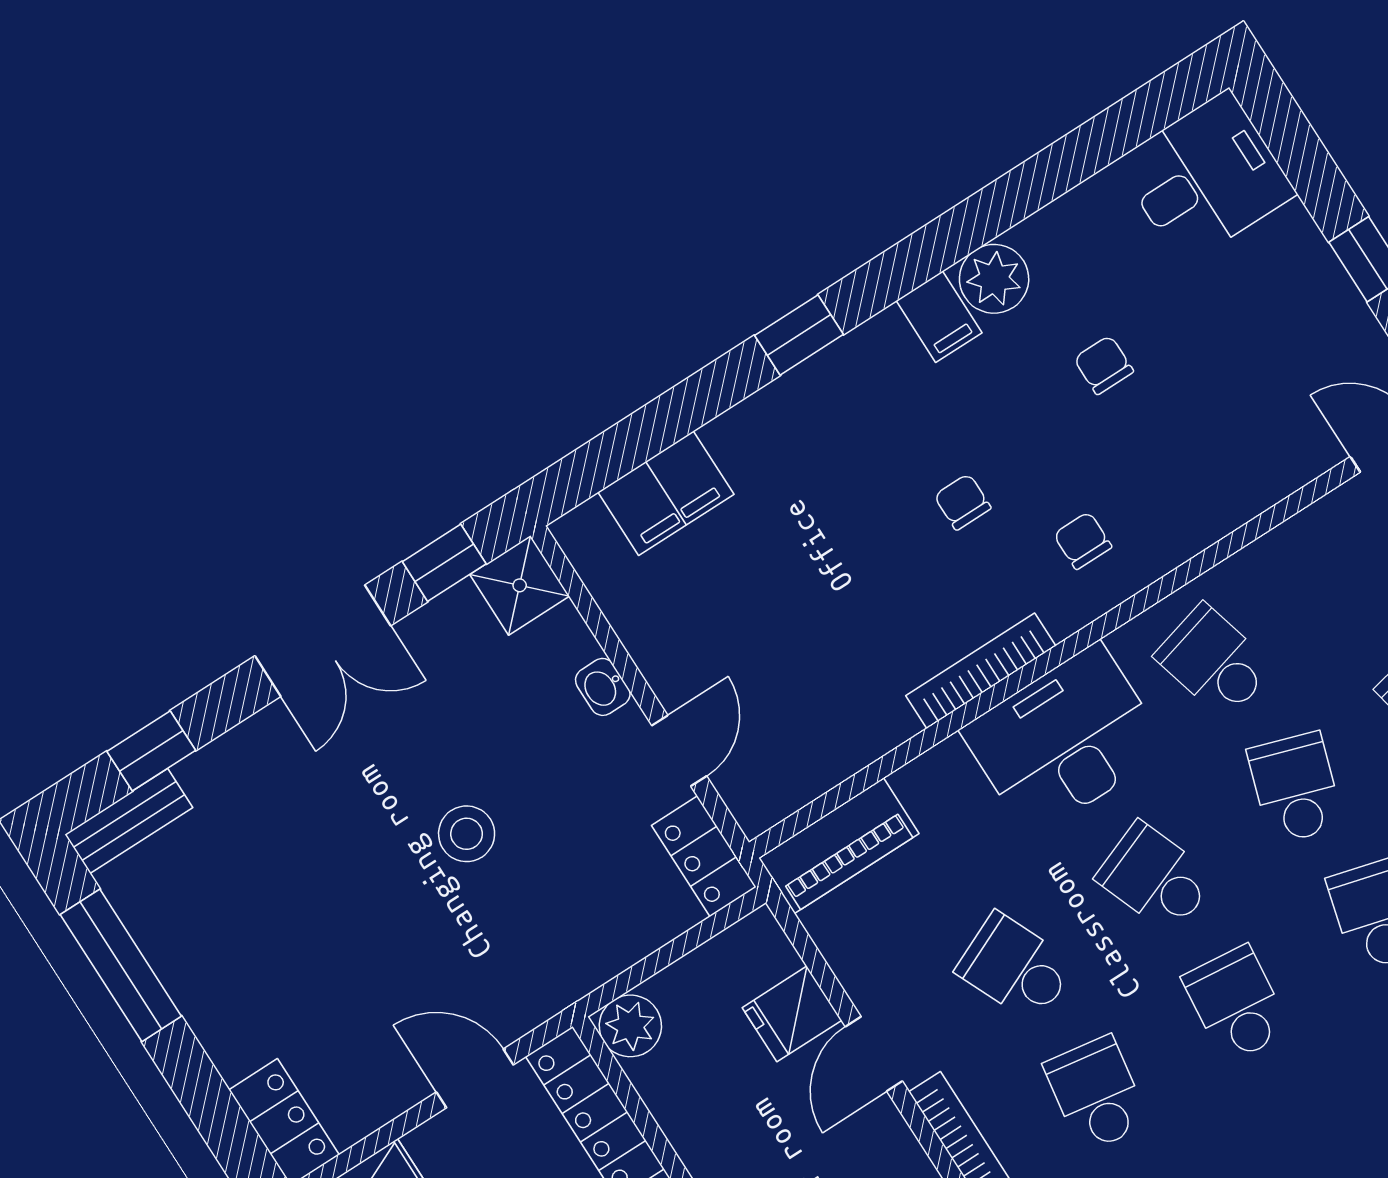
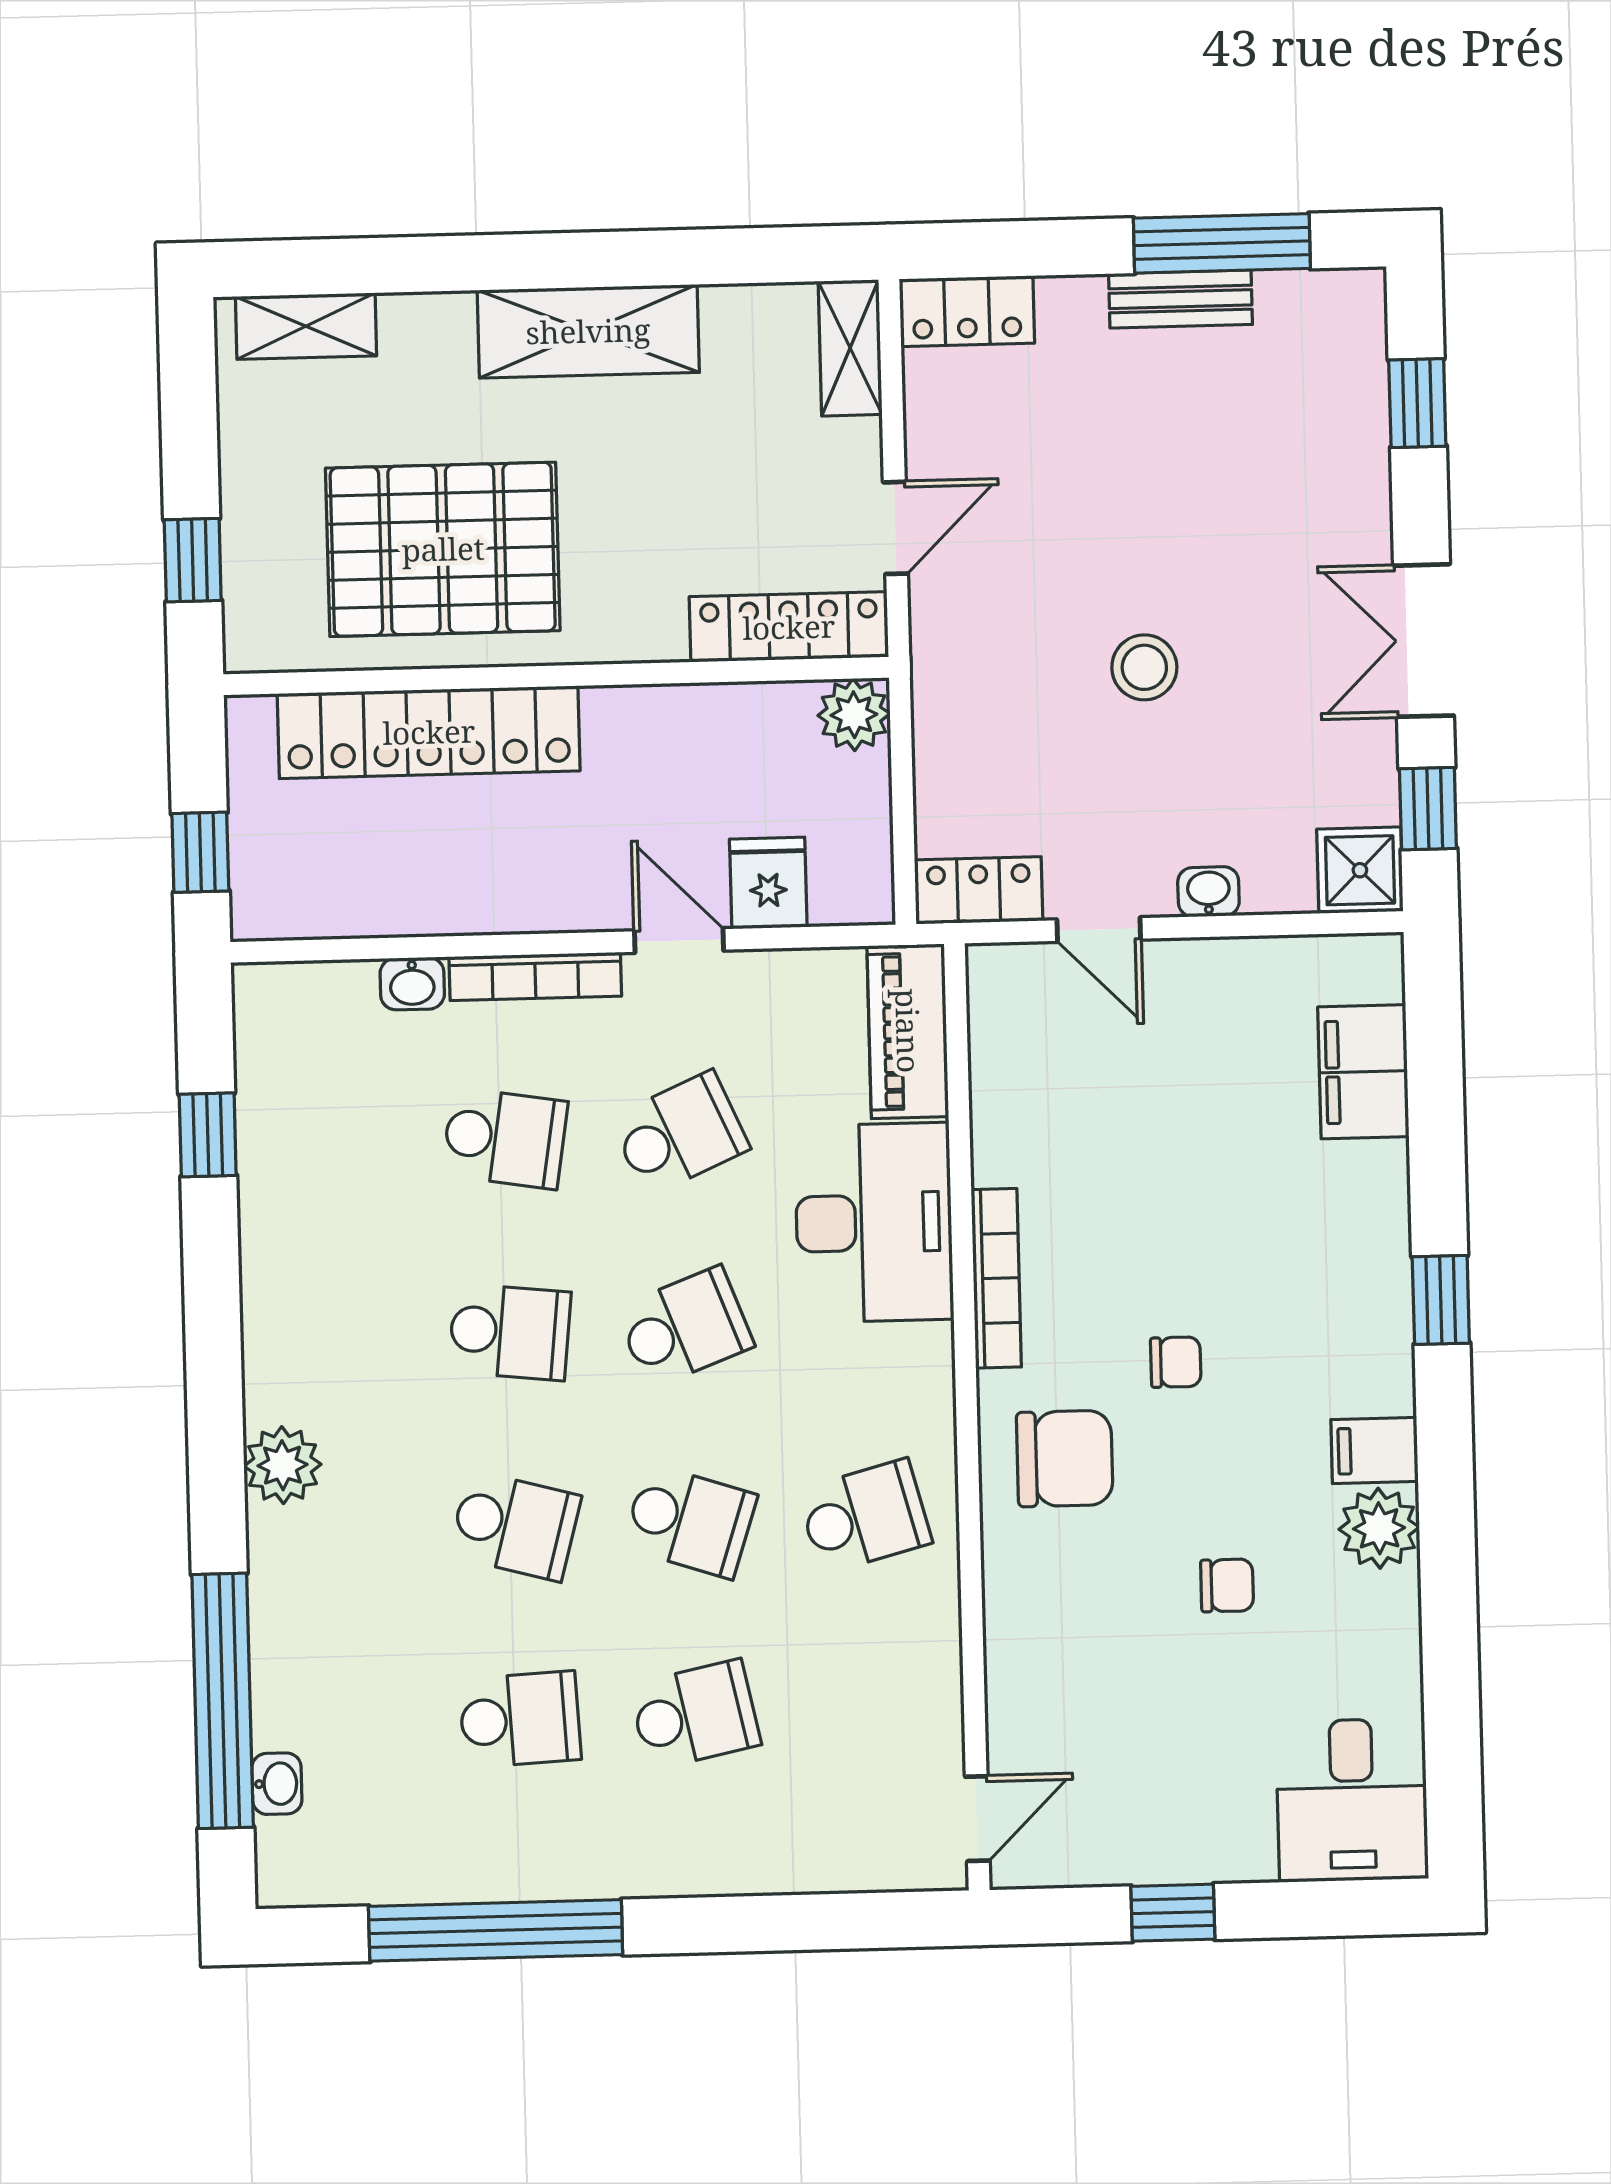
chair: (1083, 541) -> (1065, 1459), width x1.87, depth x1.87
desk: (1065, 740) -> (874, 1223), moved
bench: (129, 821) -> (1180, 299), moved, turned 90

